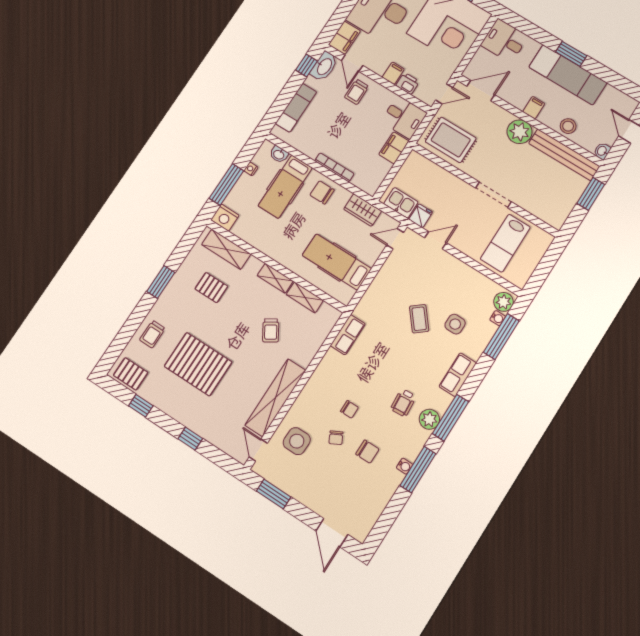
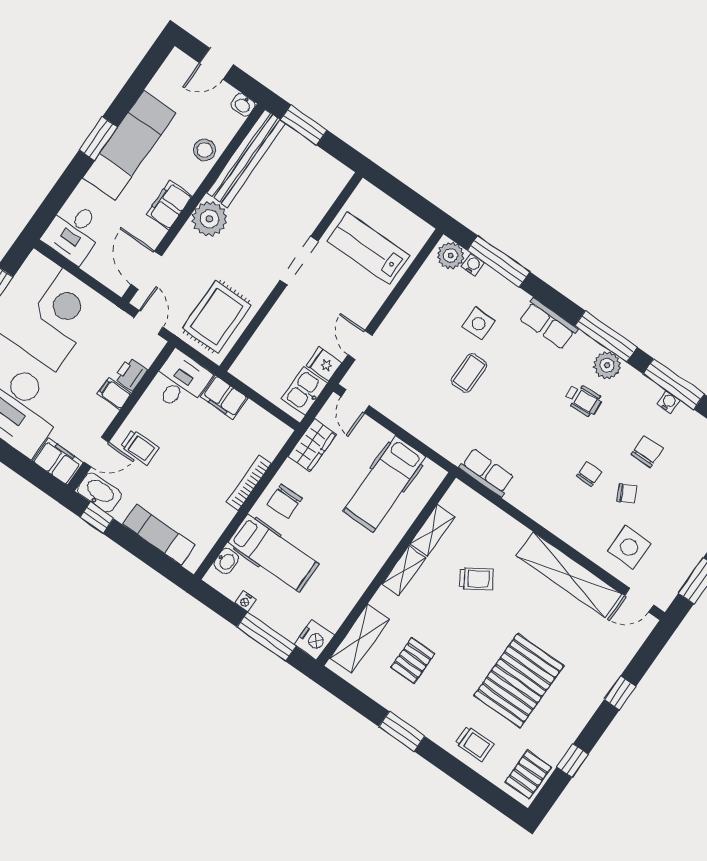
filing cabinet: (534, 108) -> (169, 205), width x2.00
lab bench: (505, 243) -> (368, 248), turned 180
coffee table: (419, 319) -> (469, 373), turned -51

